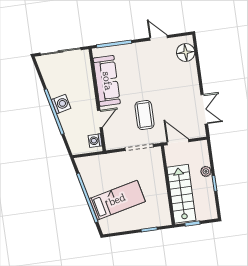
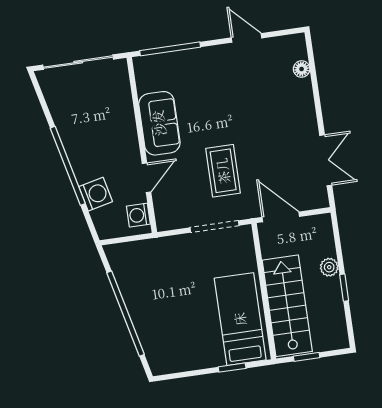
floor lamp: (186, 52) -> (302, 69), width x0.53, depth x0.53
sofa: (107, 81) -> (159, 123), width x0.73
washing machine: (61, 104) -> (96, 194), moved
bed: (117, 200) -> (240, 319), moved, turned -77

